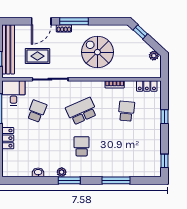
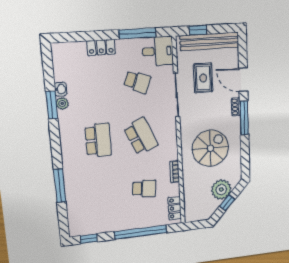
window: (140, 32) -> (227, 203), moved
plant: (154, 56) -> (221, 189), moved, width x1.88, depth x1.88
window: (165, 117) -> (141, 232), width x3.17
school desk: (82, 146) -> (98, 140), width x1.85
plant: (62, 172) -> (62, 103), moved
window: (69, 180) -> (52, 105), moved

